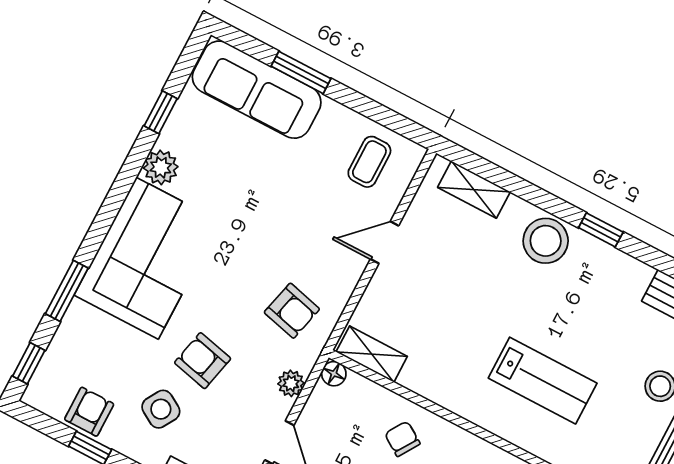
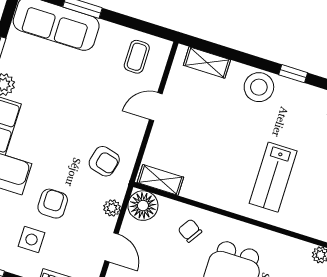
armchair: (203, 361) -> (53, 204), turned 77
floor lamp: (334, 374) -> (143, 206), width x1.89, depth x1.89
lab bench: (543, 381) -> (273, 177), turned 90
side table: (161, 409) -> (32, 239), turned -31

